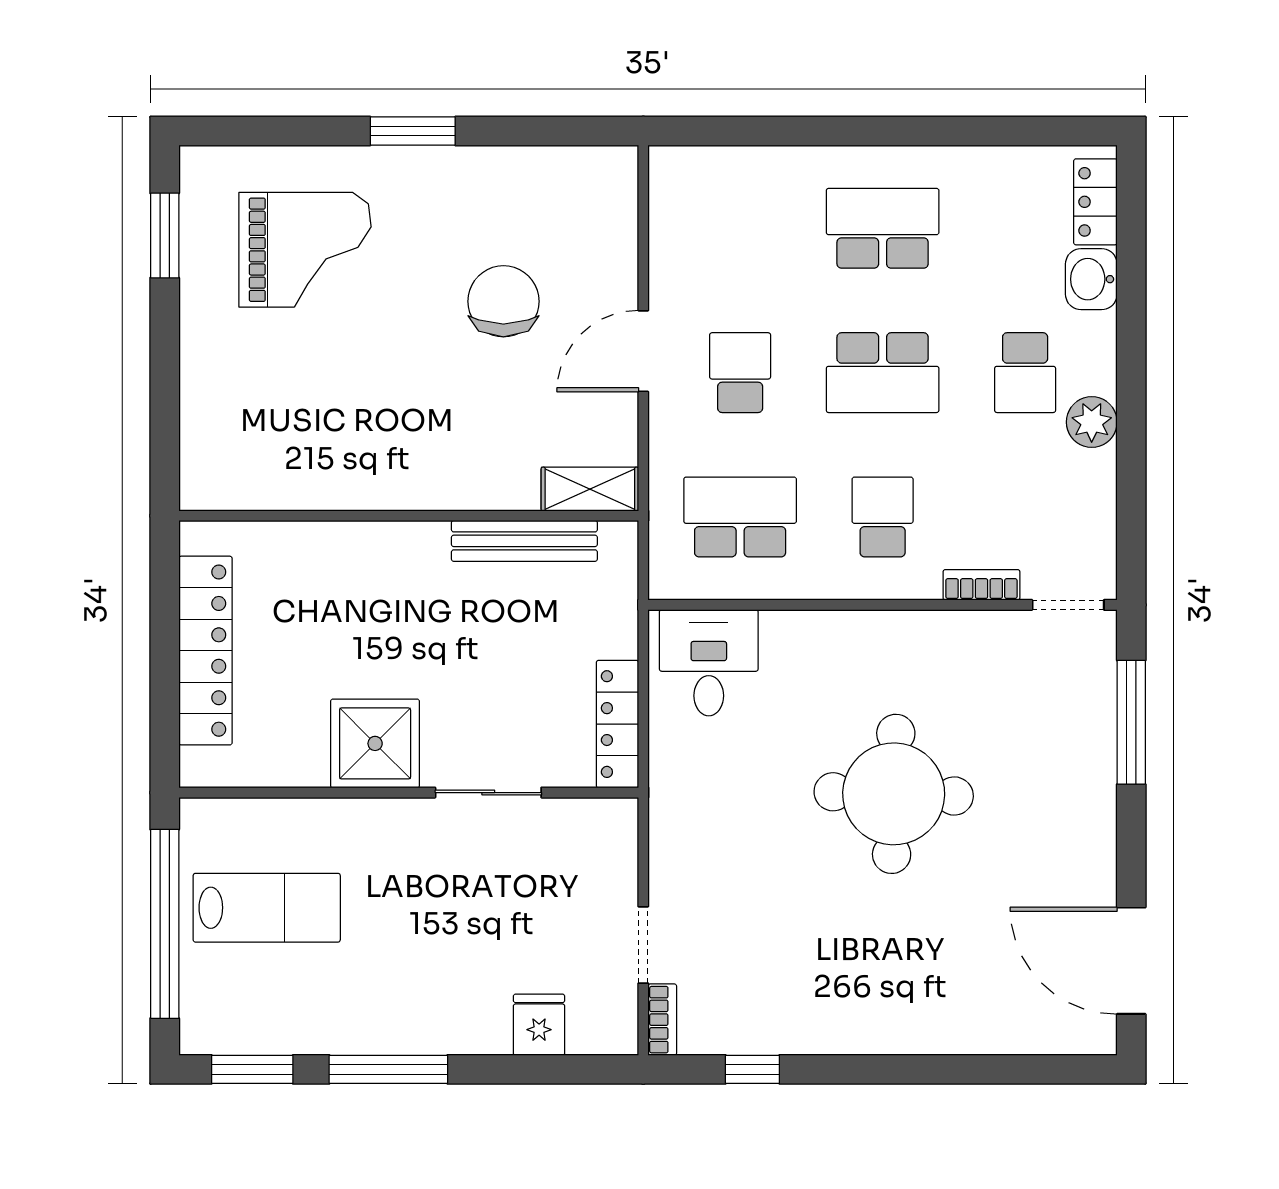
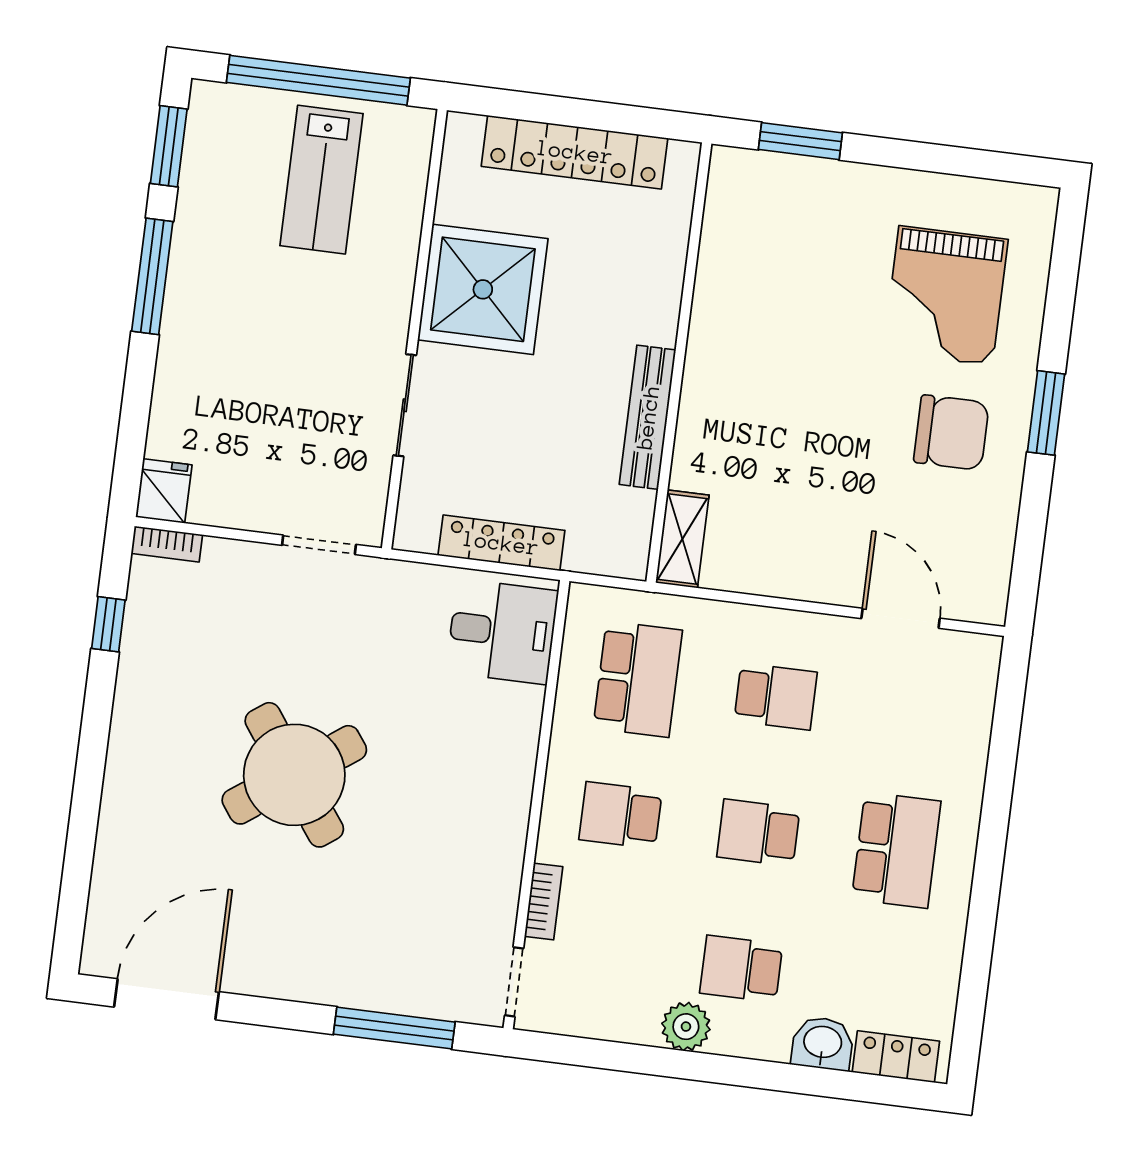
window: (165, 236) -> (800, 141), moved
chair: (503, 301) -> (951, 433), moved
door: (643, 351) -> (901, 618), moved
school desk: (883, 373) -> (758, 833), width x0.54
school desk: (883, 517) -> (620, 815), turned 180
bench: (524, 541) -> (648, 417), moved
locker: (617, 724) -> (501, 543), moved
shower: (375, 743) -> (483, 289), width x1.37, depth x1.37
round table: (894, 794) -> (294, 775), moved, turned -38
doorway: (643, 945) -> (319, 545), moved
fridge: (539, 1025) -> (164, 491), moved, turned -90

